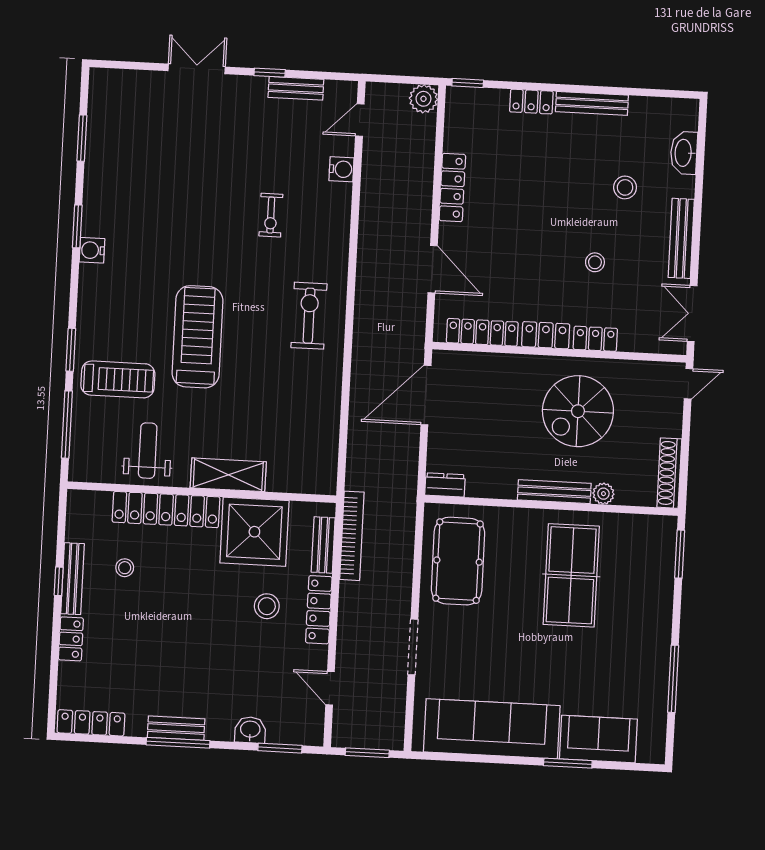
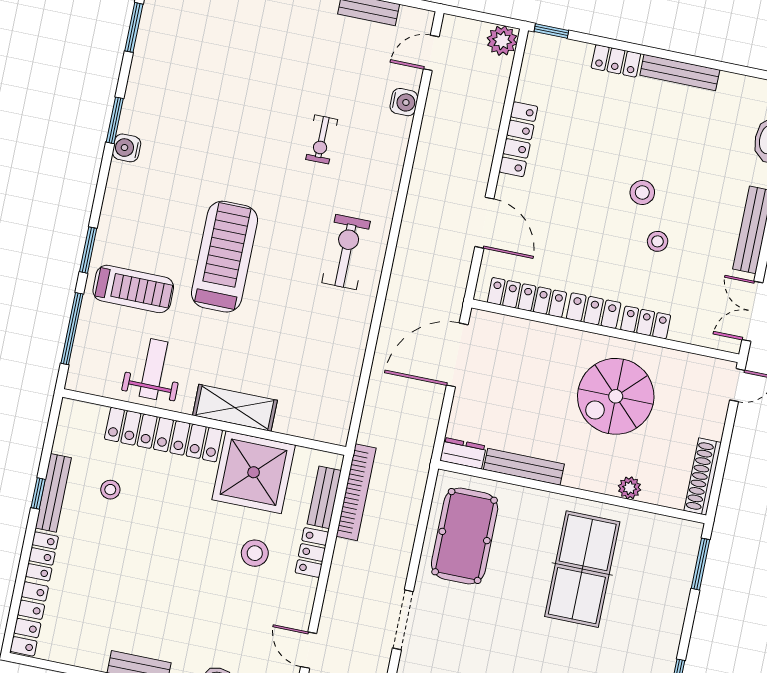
stool: (625, 187) -> (642, 192), moved
bench: (554, 492) -> (524, 467), moved
locker: (319, 610) -> (312, 552), width x0.66
locker: (91, 723) -> (29, 619), moved, turned 90

